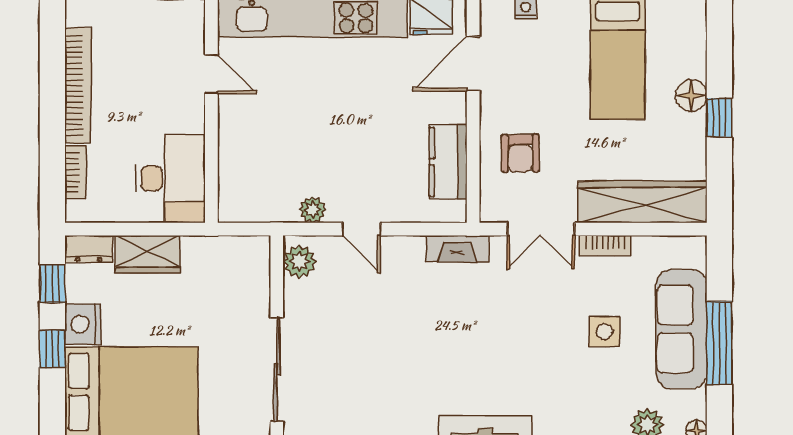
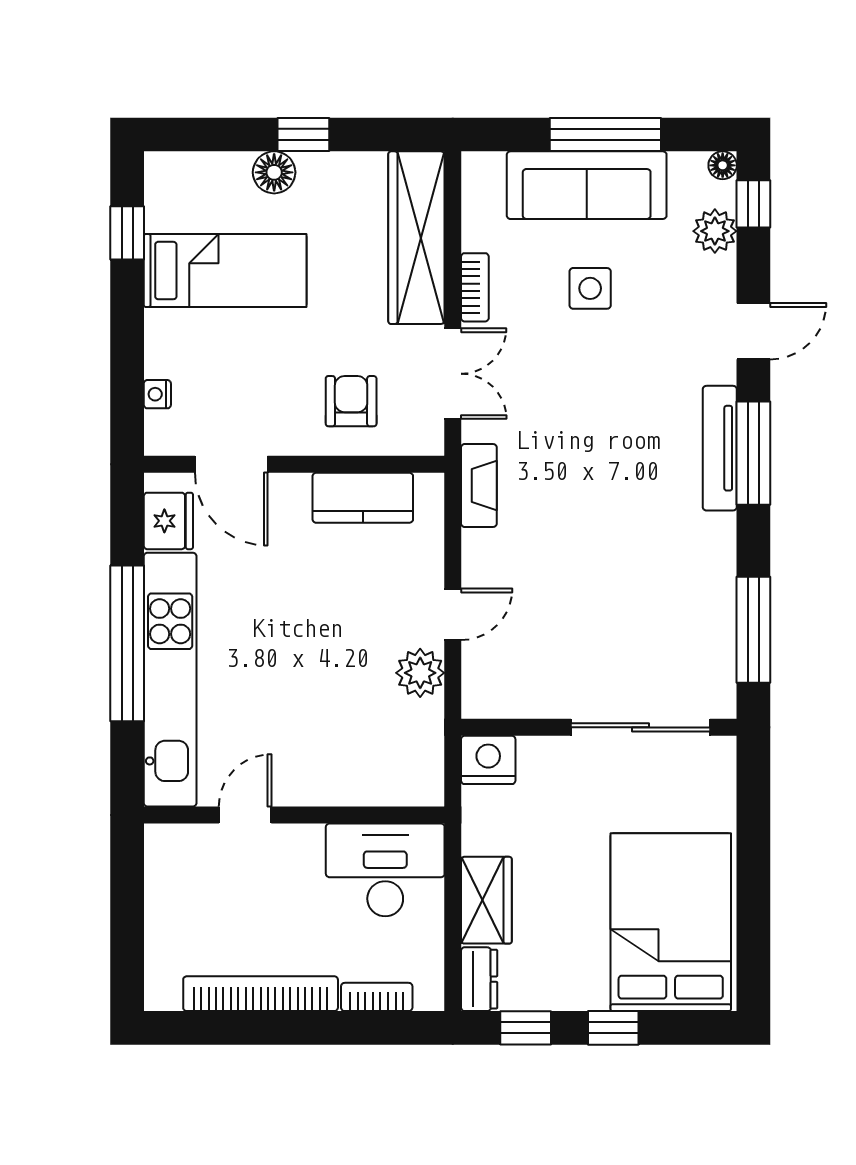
armchair: (520, 153) -> (351, 401), turned -90
plant: (312, 210) -> (420, 673), width x1.38, depth x1.38
plant: (300, 261) -> (496, 697), removed
nightstand: (83, 324) -> (488, 760), moved, turned 180

